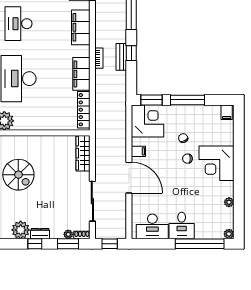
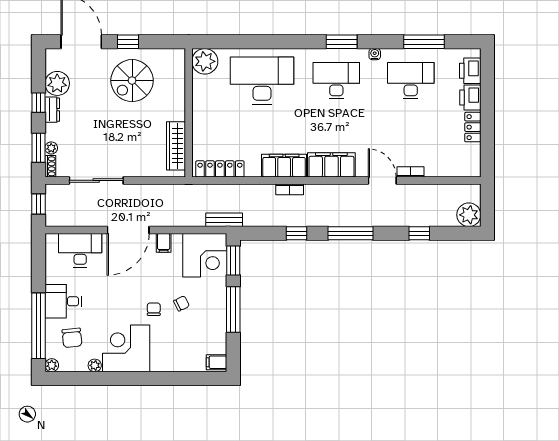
bench: (121, 57) -> (224, 220), moved
filing cabinet: (81, 74) -> (284, 166), moved
wardrobe: (83, 153) -> (176, 146), moved, turned -90
corner desk: (216, 163) -> (126, 348), moved
chair: (209, 219) -> (72, 338), added
desk: (152, 226) -> (80, 250), moved, turned 90

